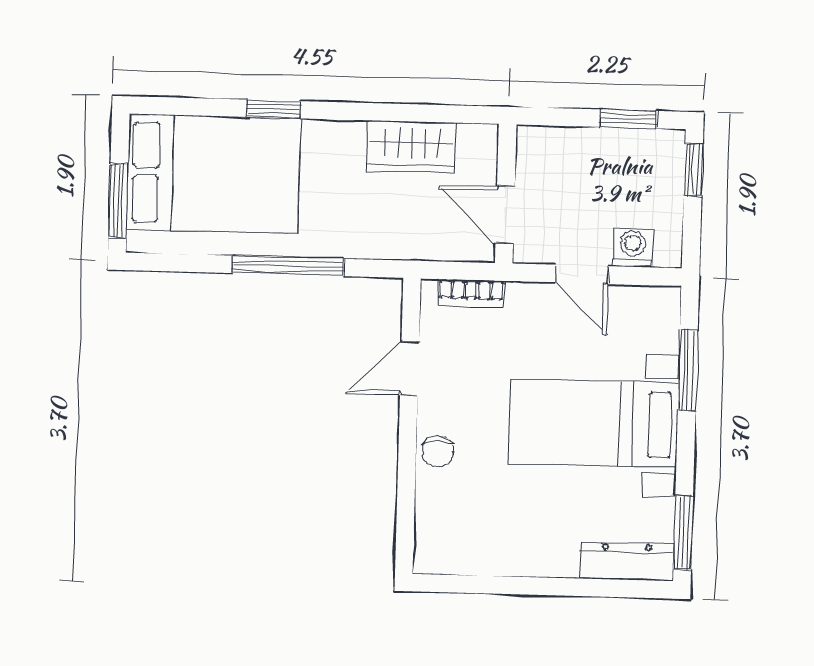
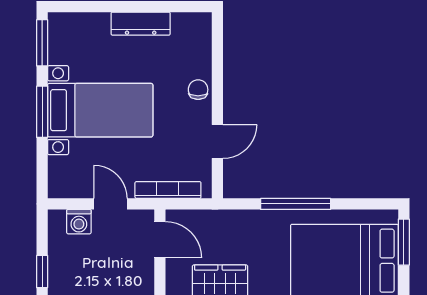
bookcase: (471, 293) -> (168, 190), width x1.56
window: (688, 370) -> (42, 112), moved
dresser: (627, 562) -> (141, 24), moved

